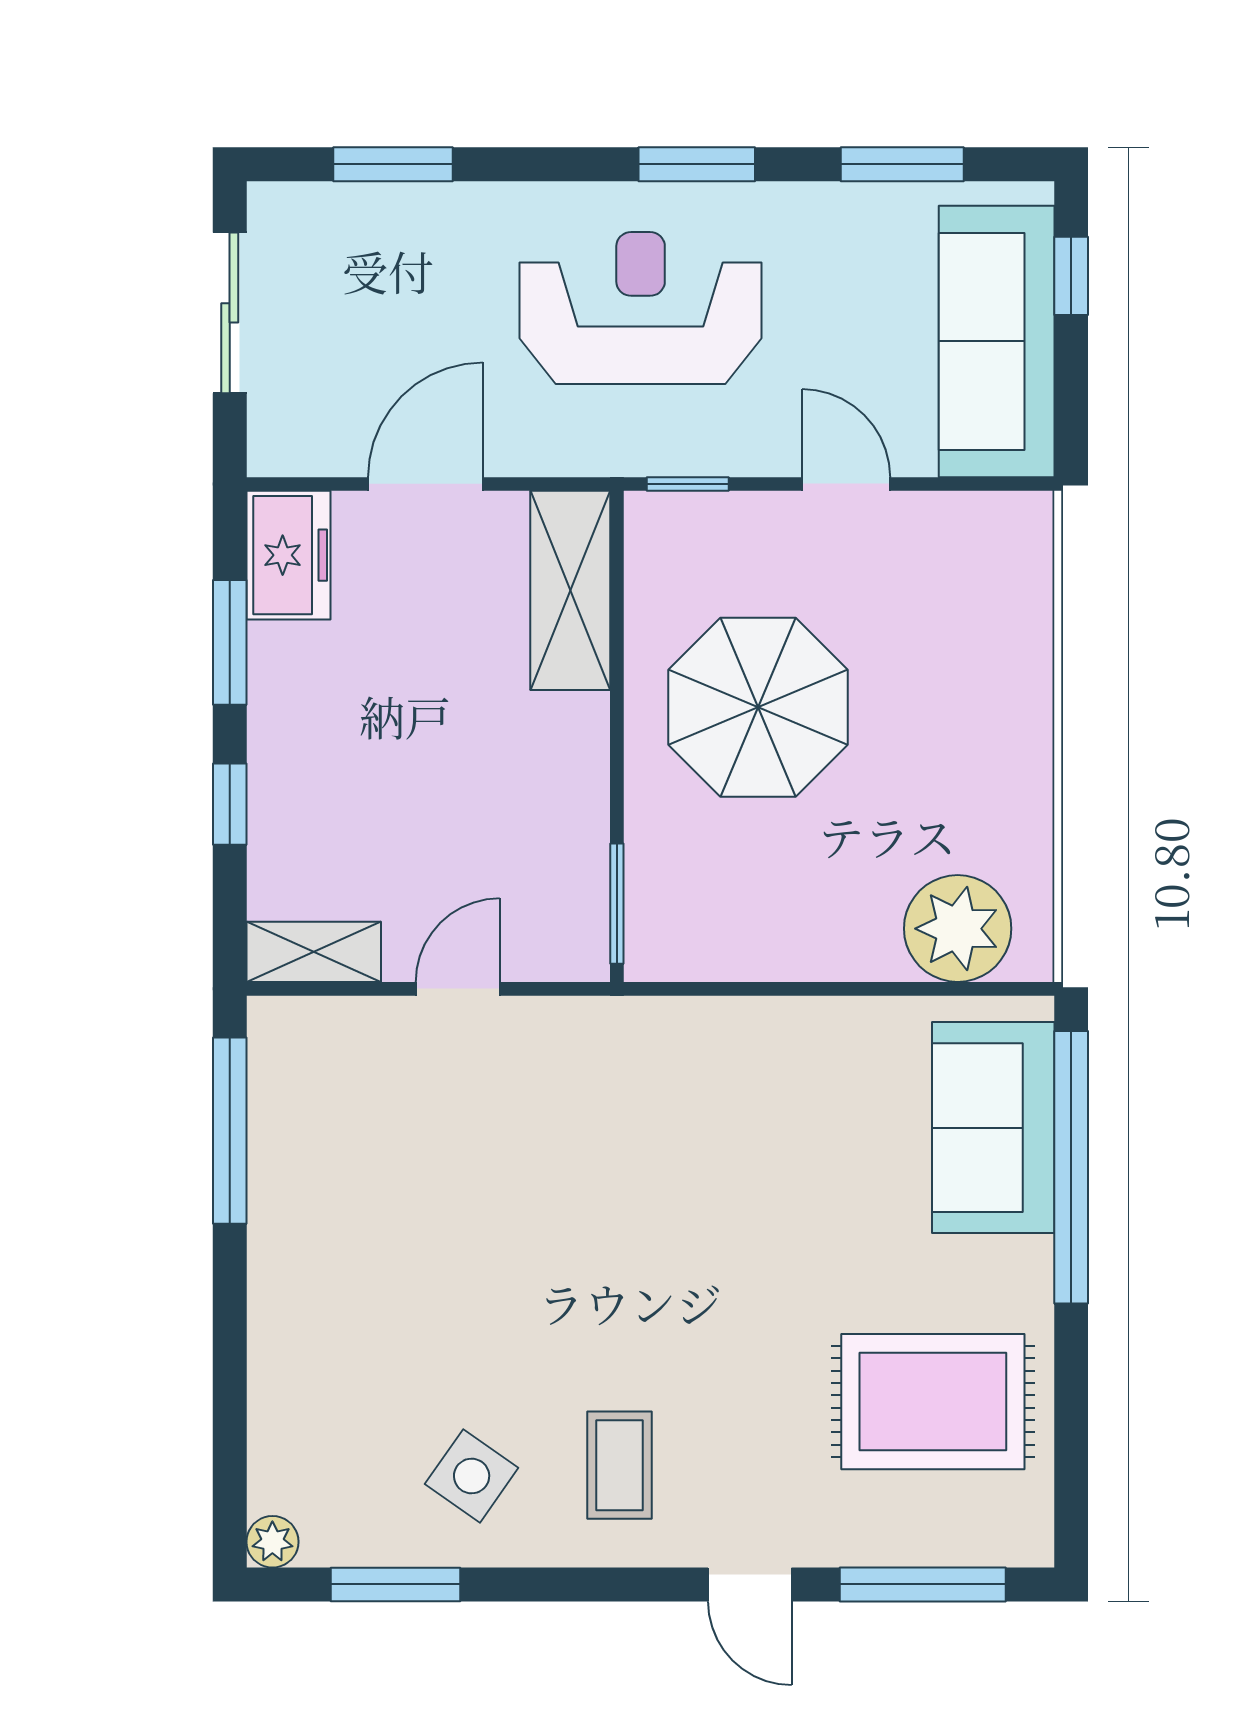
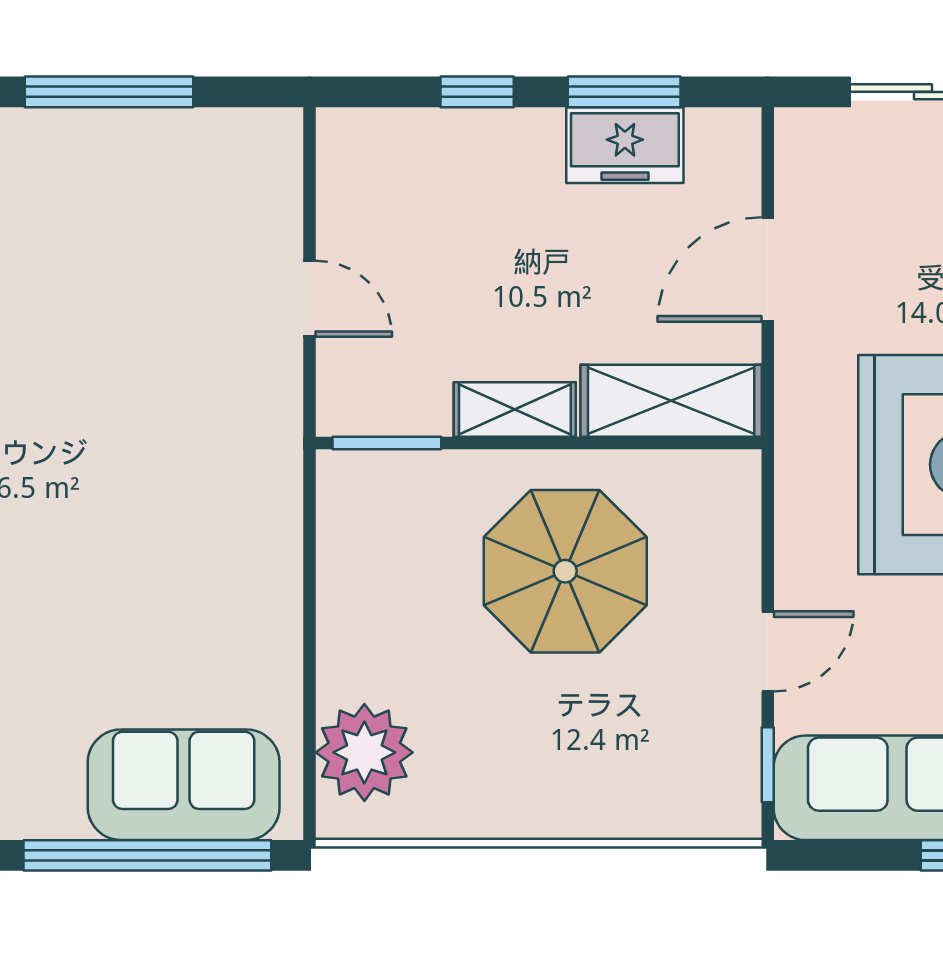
door: (425, 484) -> (768, 269), swing flipped
window: (688, 484) -> (768, 765), moved
freezer: (288, 555) -> (625, 145), moved
shelving: (314, 952) -> (515, 410), moved, turned 90
window: (230, 1131) -> (109, 92), moved

